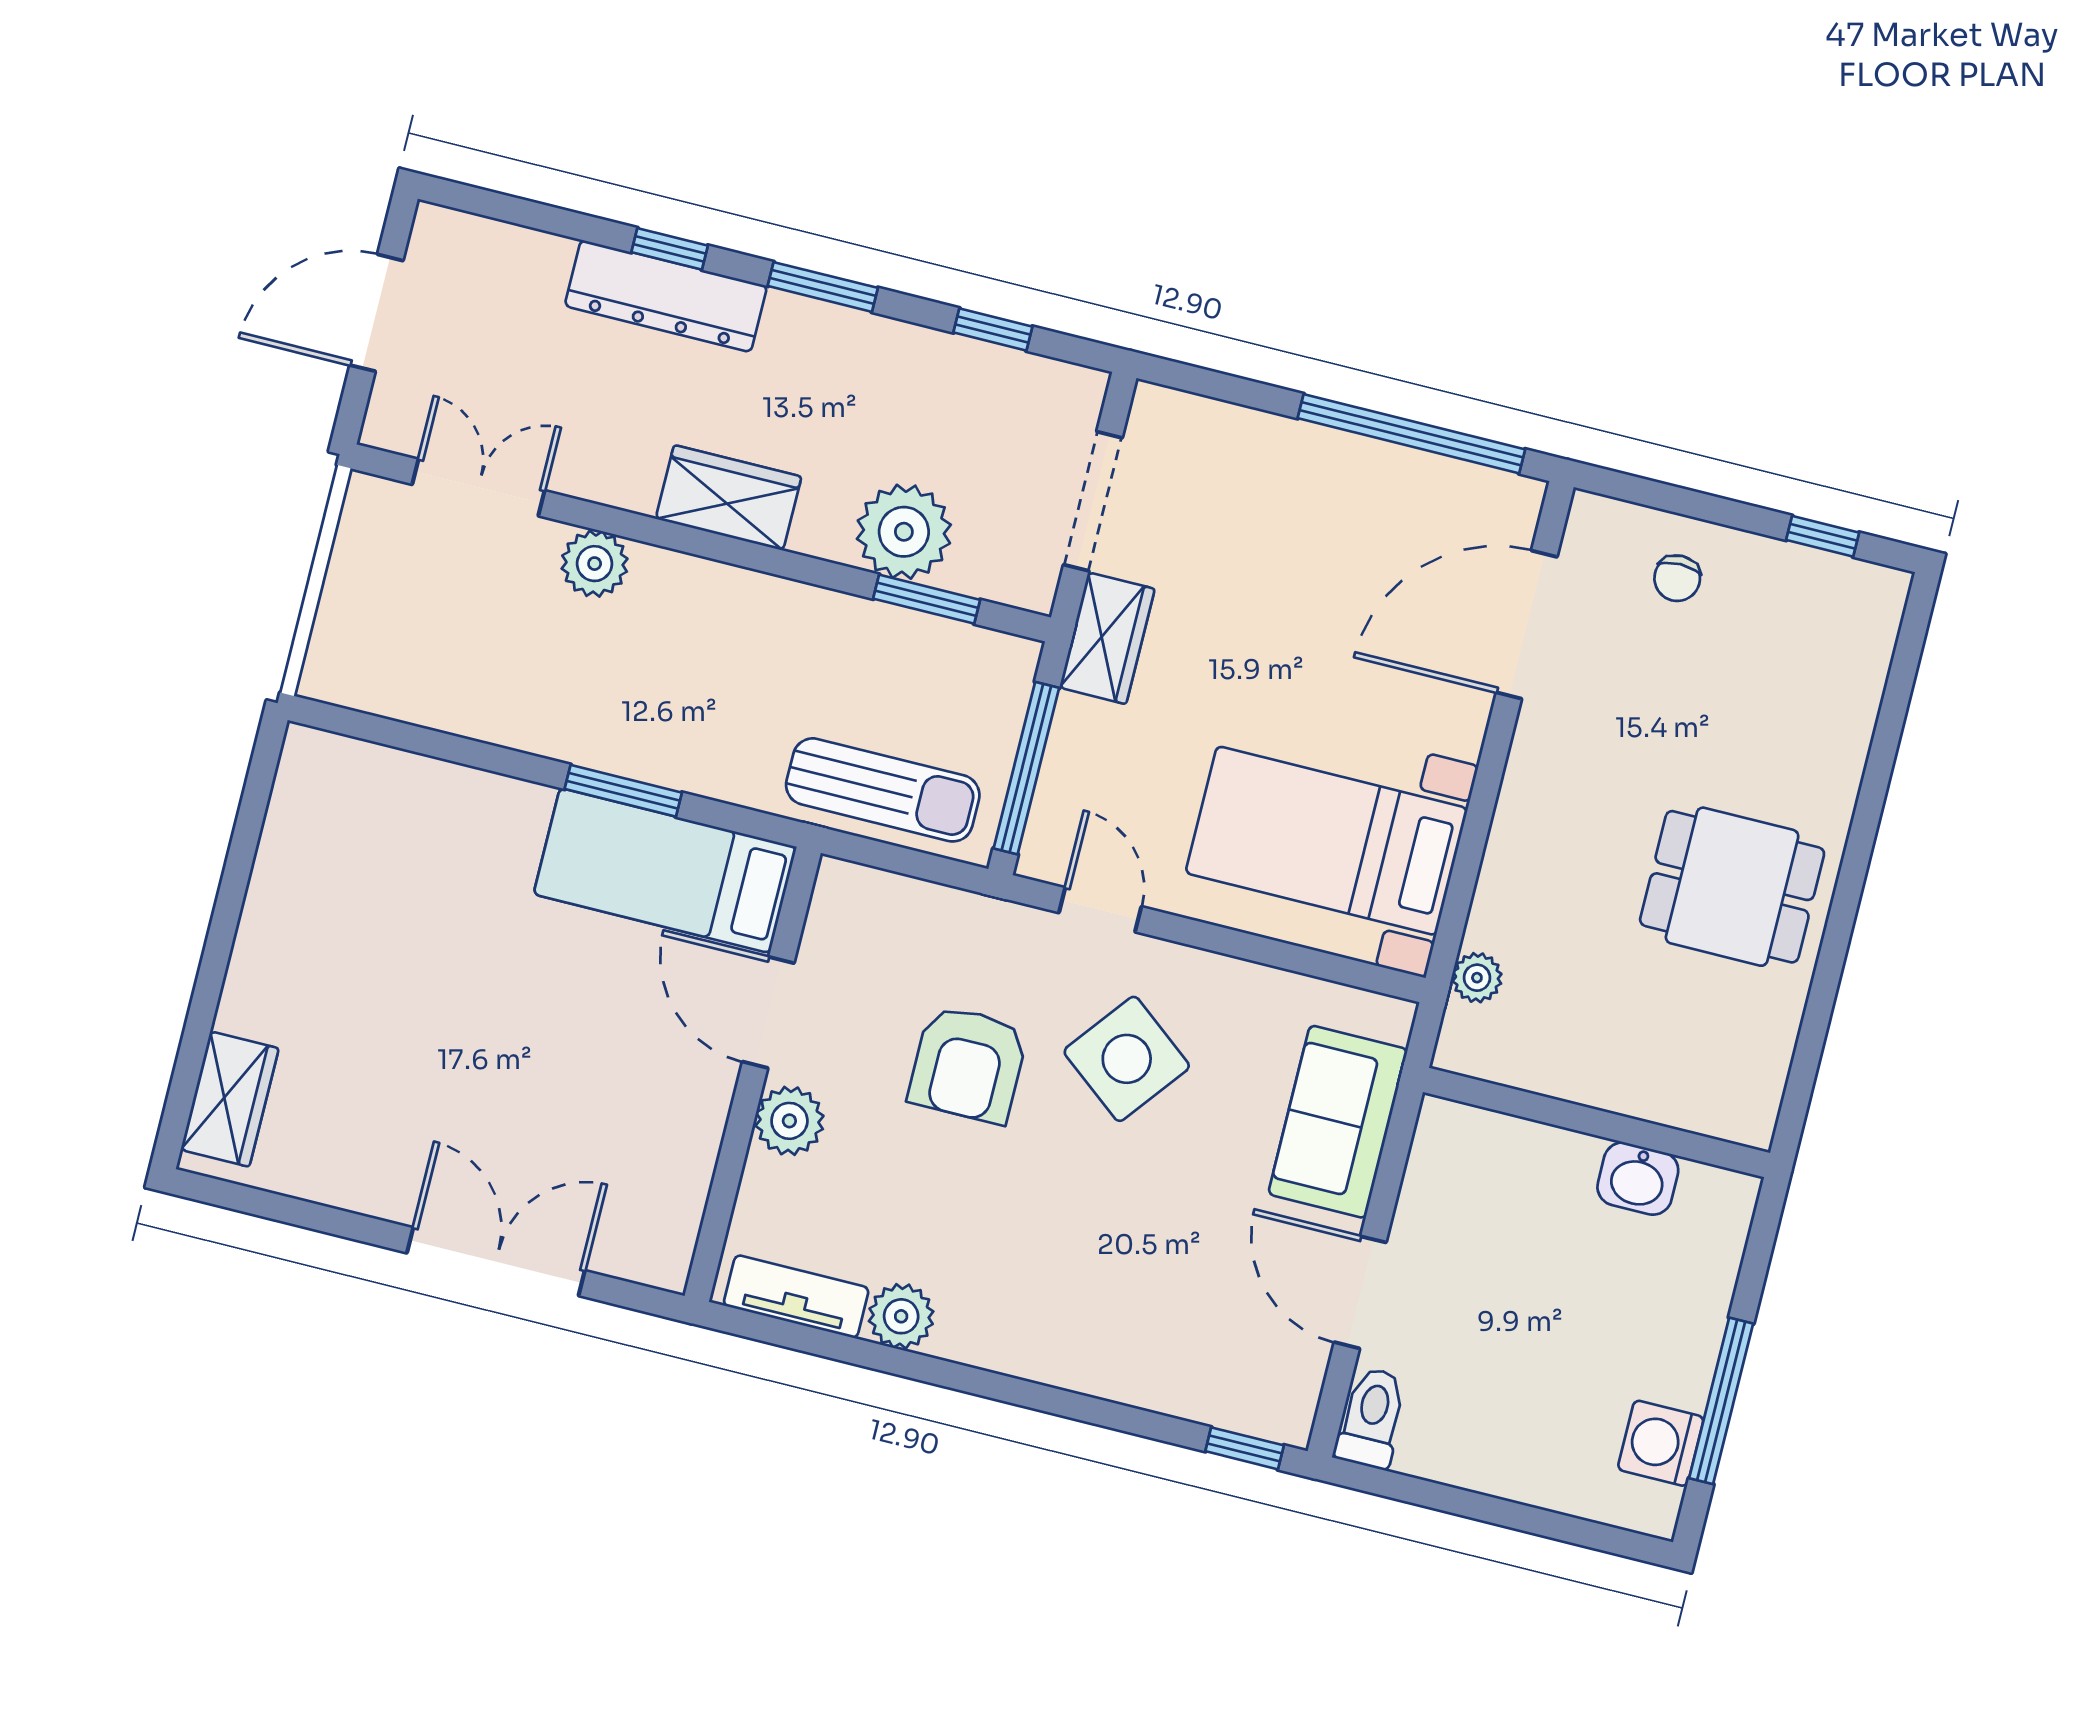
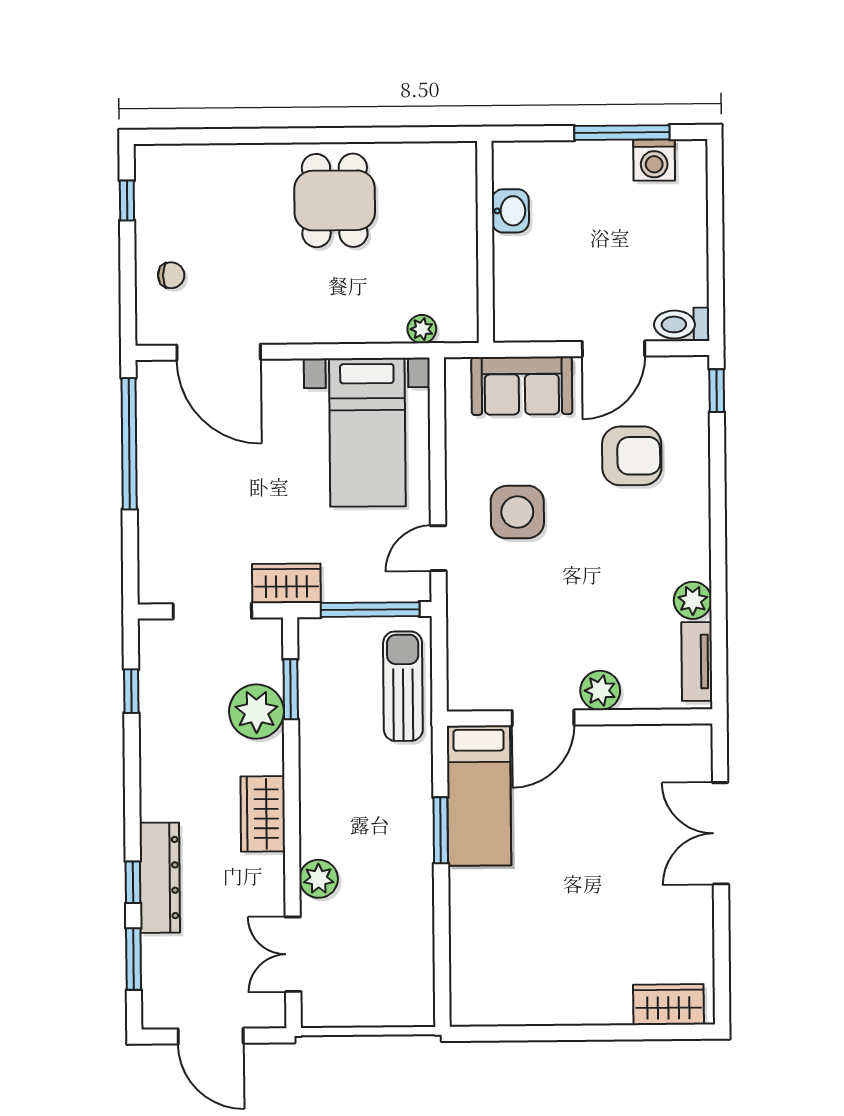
window: (823, 287) -> (134, 959), moved
side table: (1127, 1059) -> (517, 512), turned -38
armchair: (968, 1064) -> (632, 456), moved

